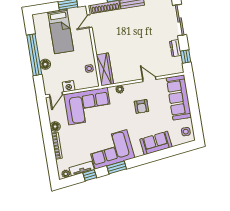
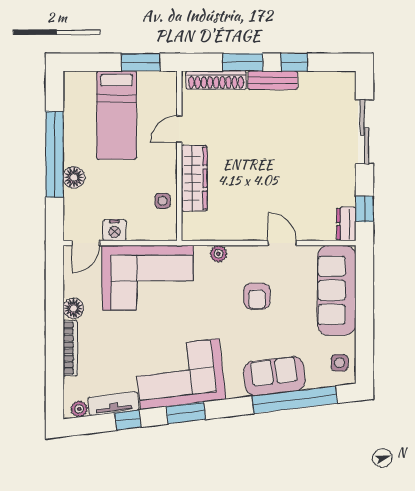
door: (90, 21) -> (179, 129), moved
dresser: (175, 48) -> (346, 224), moved
wardrobe: (105, 69) -> (194, 178), moved
window: (167, 153) -> (295, 400), added

